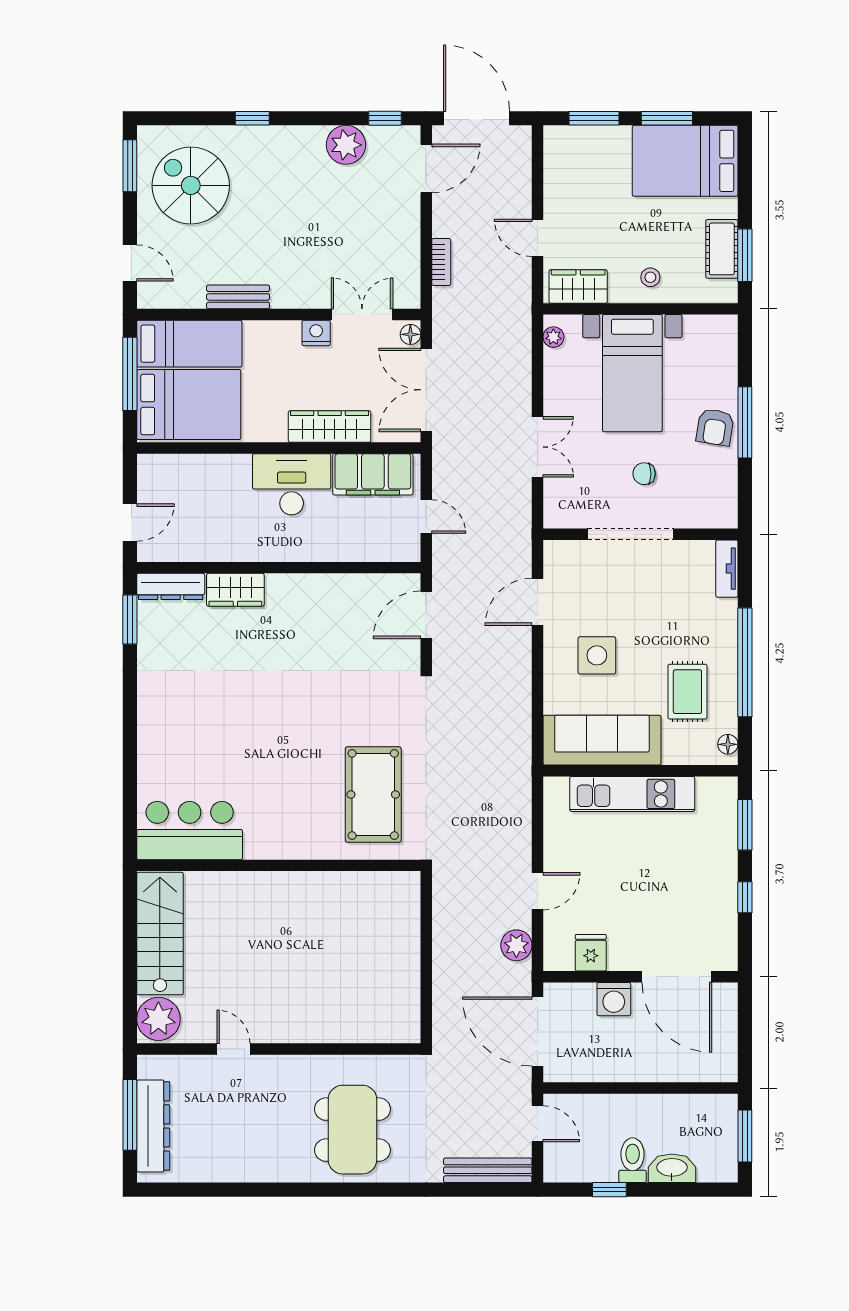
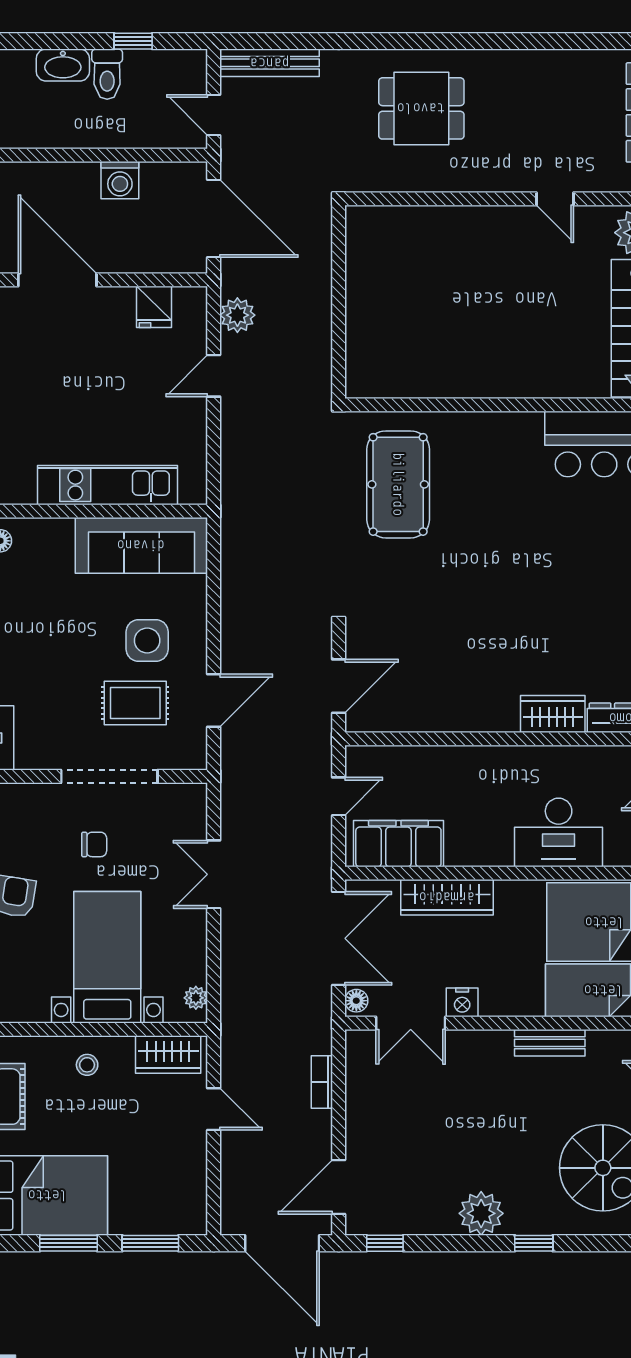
plant: (346, 145) -> (481, 1213), moved
desk: (292, 484) -> (559, 833), moved
door: (426, 517) -> (339, 796), swing flipped
rug: (687, 692) -> (135, 703), moved, turned 90
washing machine: (614, 999) -> (120, 180), moved, turned 180
dining table: (352, 1130) -> (421, 108), width x0.73

